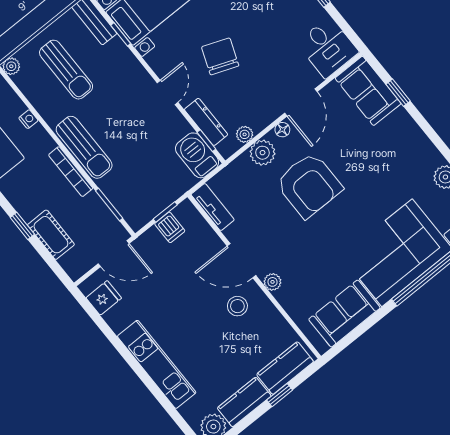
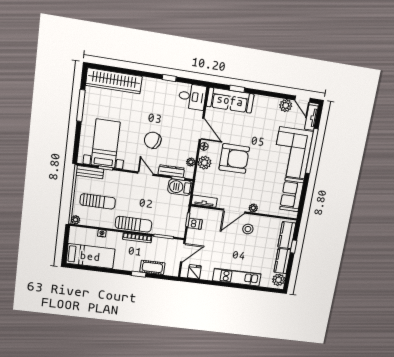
sofa: (368, 91) -> (230, 100), width x1.36

